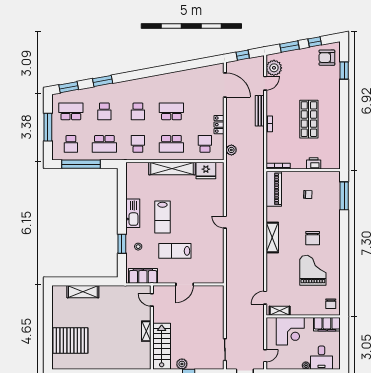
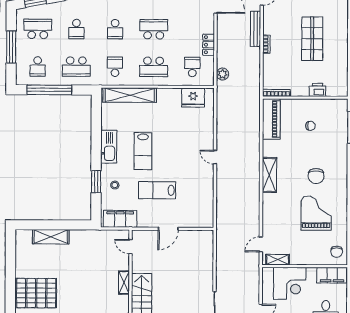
shelving: (172, 169) -> (130, 95), moved

